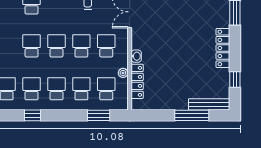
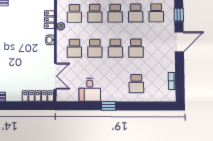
locker: (137, 81) -> (49, 20), width x0.66

